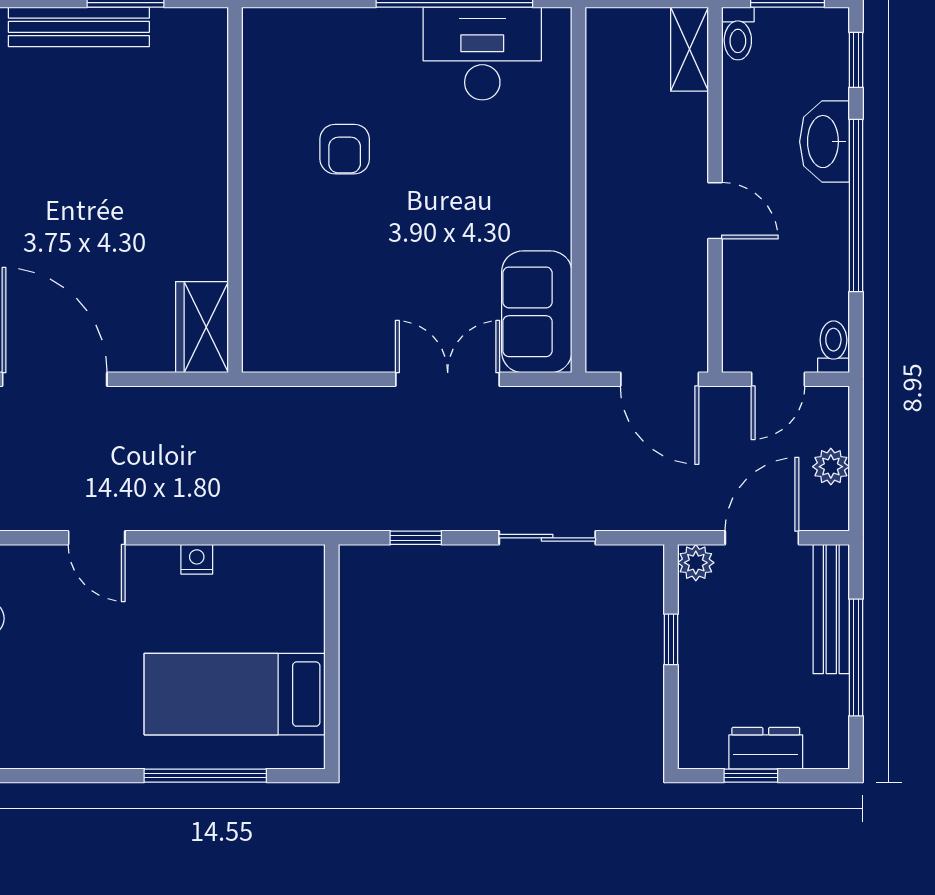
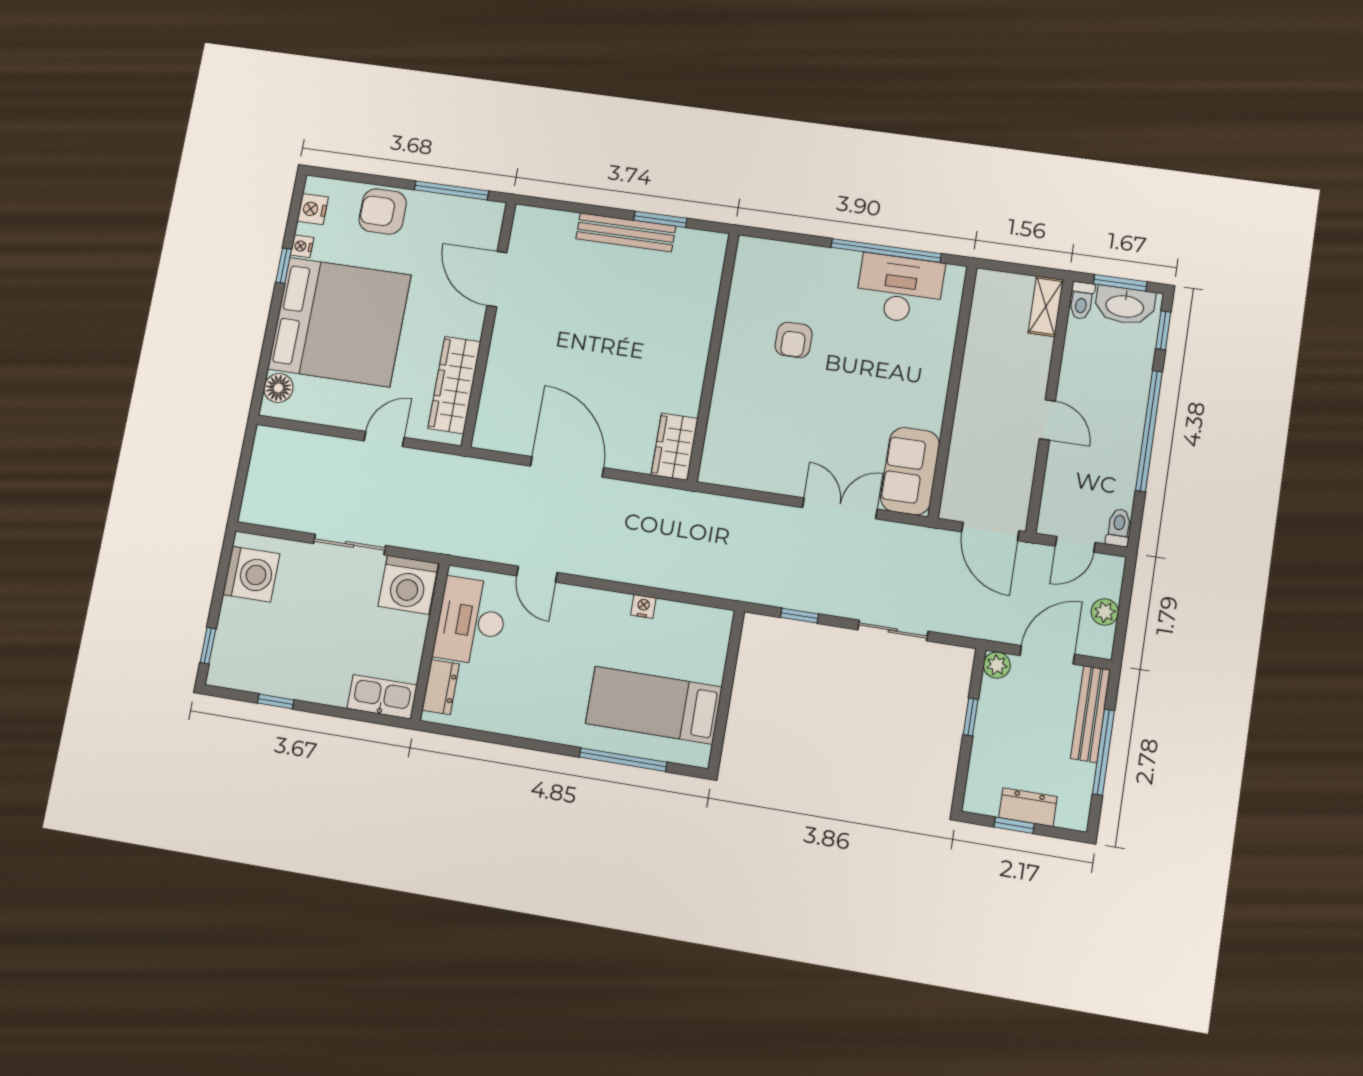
washbasin: (824, 142) -> (1125, 305), moved, turned -90
door: (97, 538) -> (537, 574), moved

